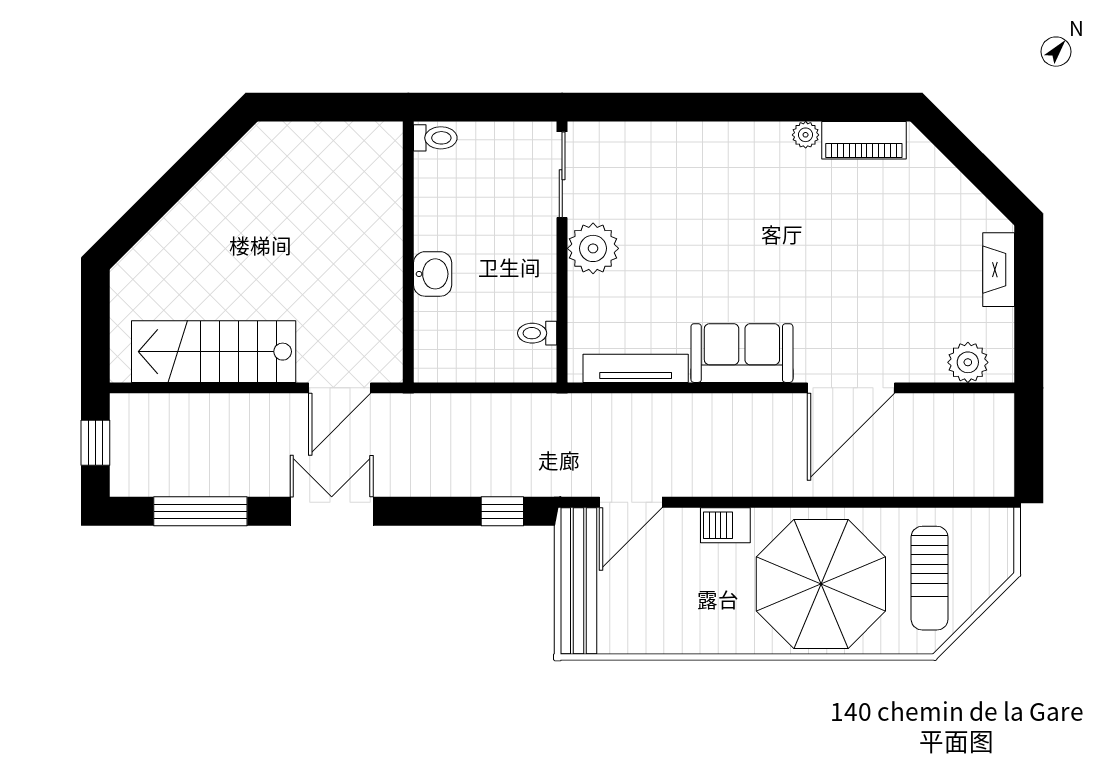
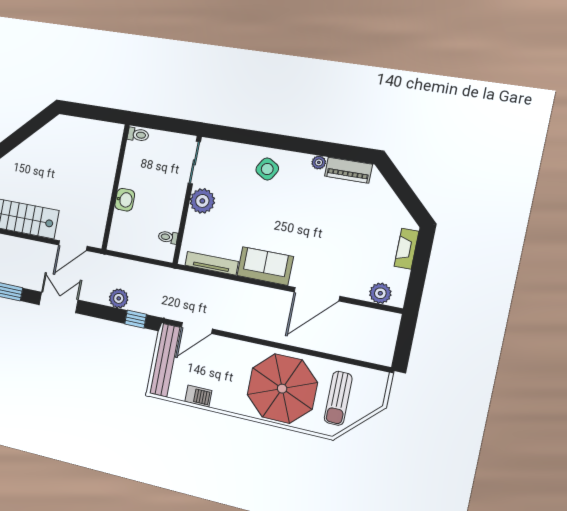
side table: (709, 164) -> (267, 169), added
plant: (459, 477) -> (119, 298), added
barbecue: (725, 525) -> (198, 396), moved, turned 180

